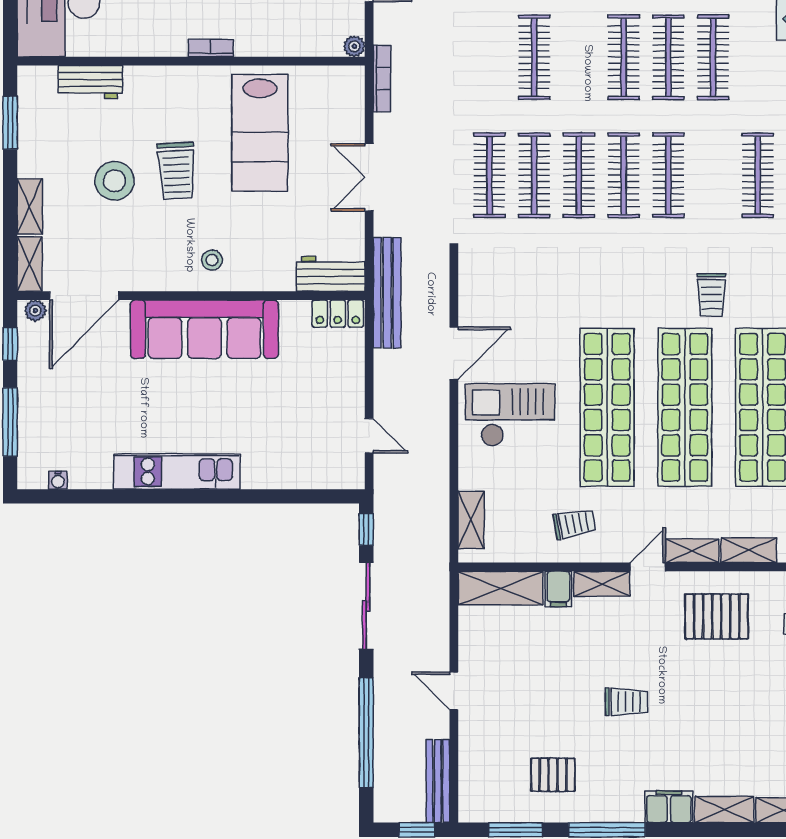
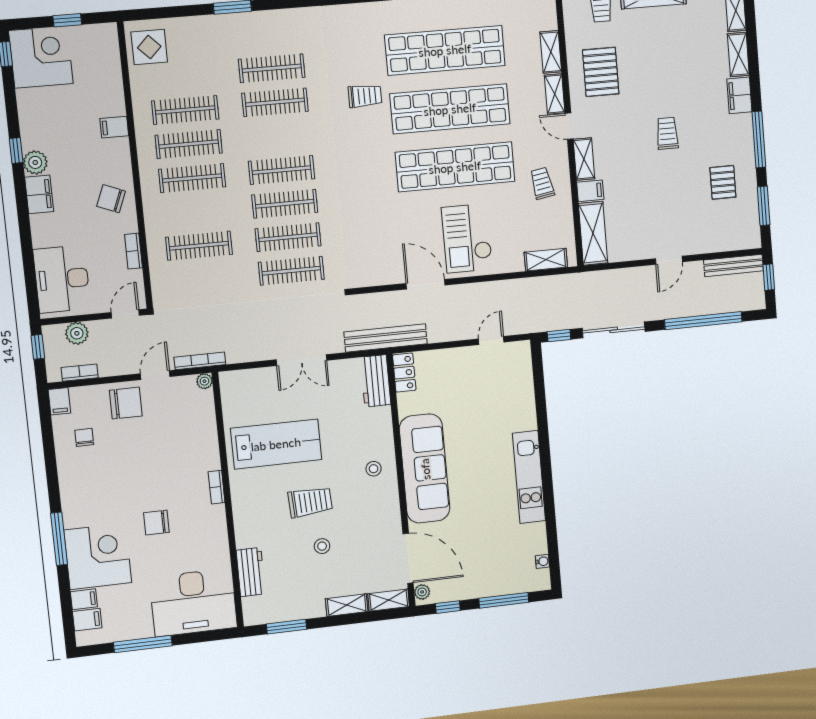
bookcase: (382, 79) -> (200, 361), moved
clothes rail: (668, 175) -> (275, 102), moved
stool: (114, 181) -> (322, 546), width x0.53, depth x0.53

